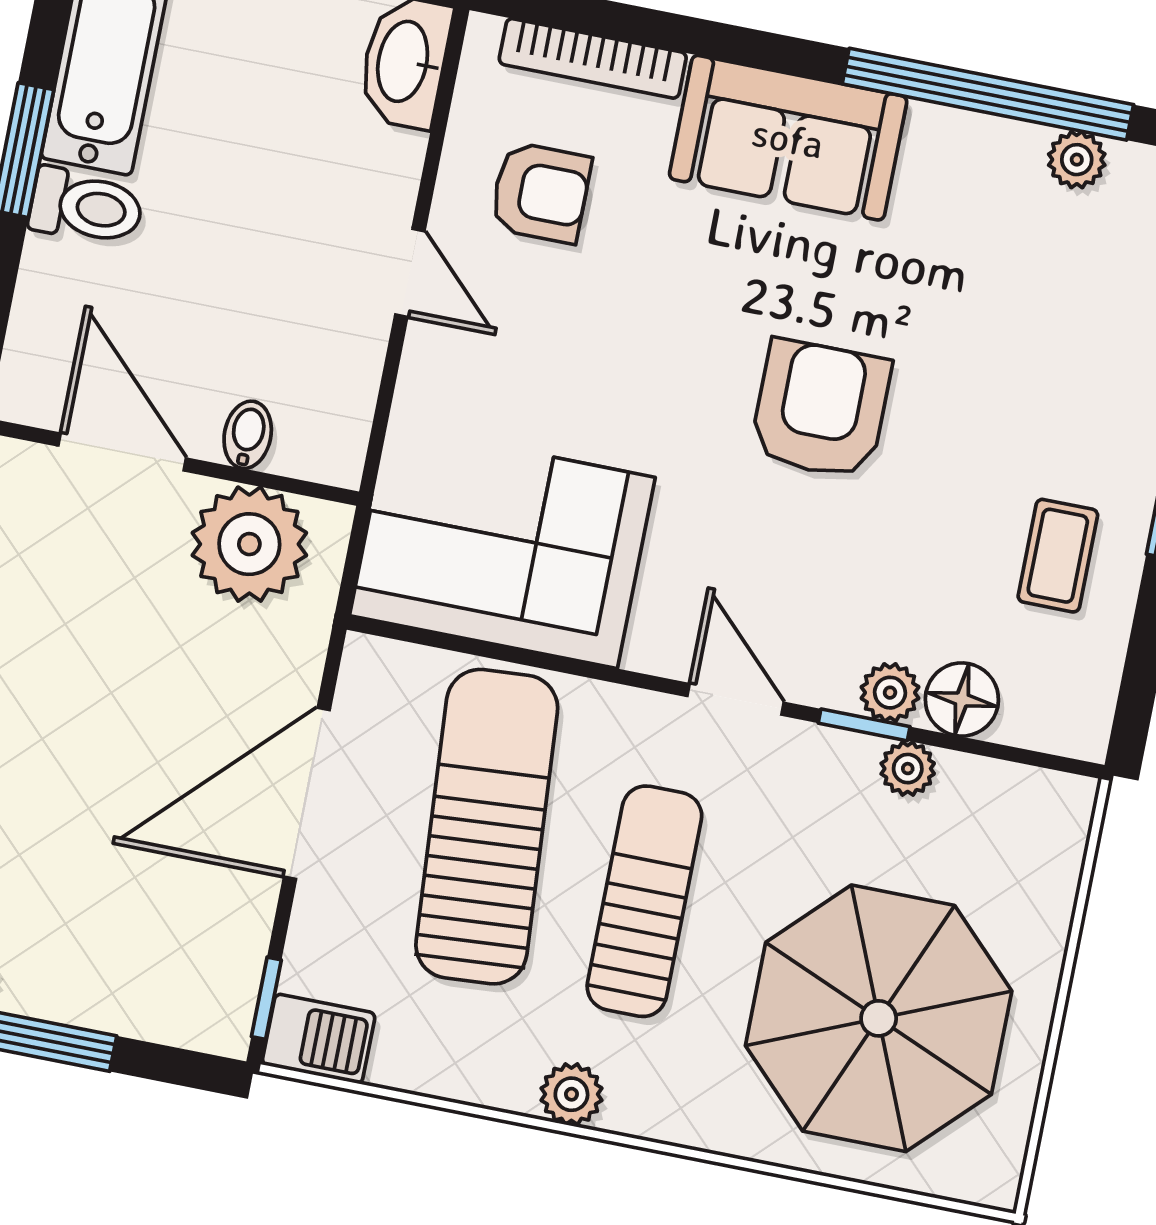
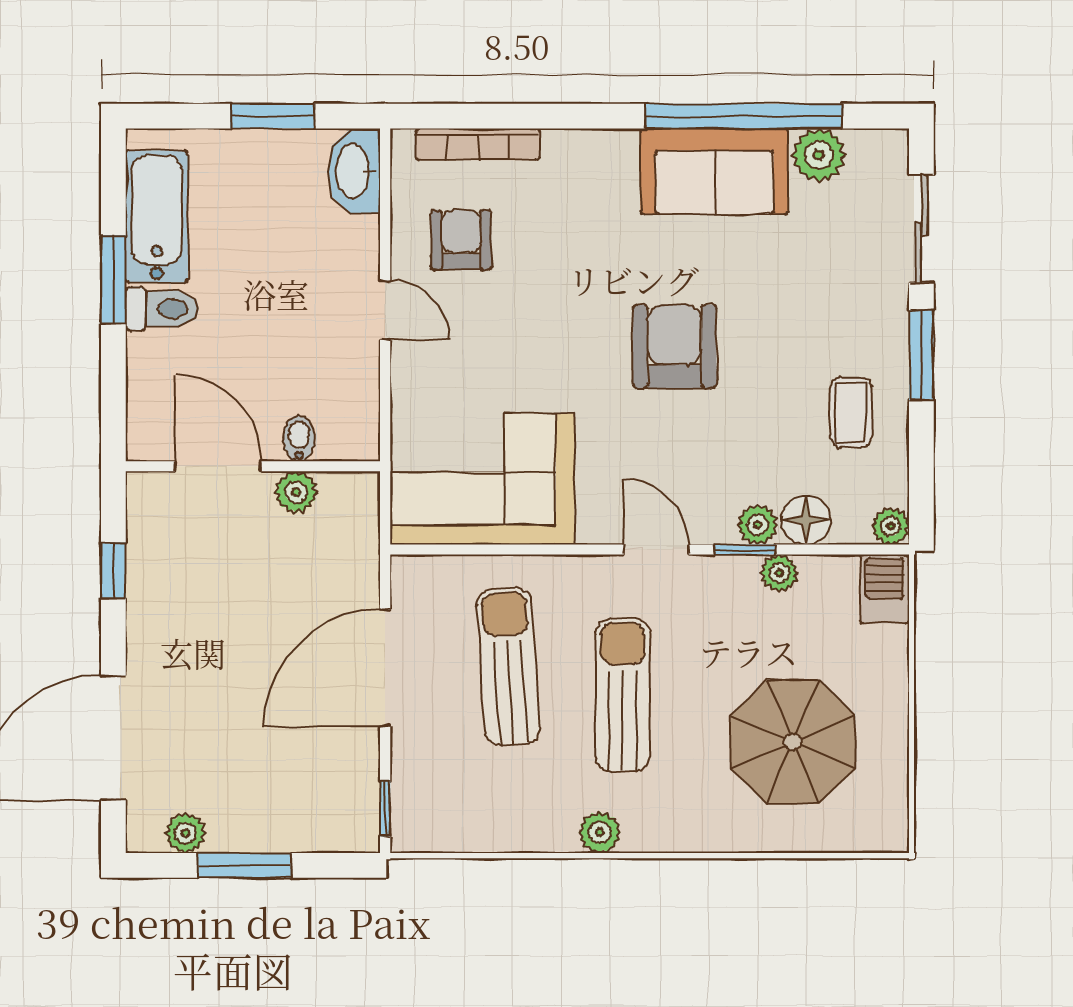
sofa: (788, 138) -> (714, 171), moved
plant: (1077, 160) -> (819, 155), width x1.38, depth x1.38
armchair: (541, 193) -> (461, 240), turned -90
plant: (249, 544) -> (296, 492), width x0.53, depth x0.53
plant: (1083, 733) -> (891, 526), added
sun lounger: (487, 827) -> (508, 666), width x0.73, depth x0.75
parasol: (879, 1018) -> (793, 742), width x0.73, depth x0.73
barbecue: (319, 1039) -> (885, 589), moved, turned -90

